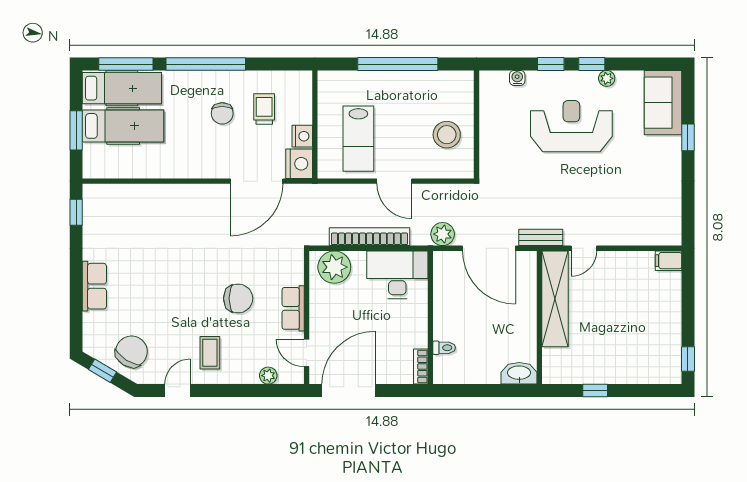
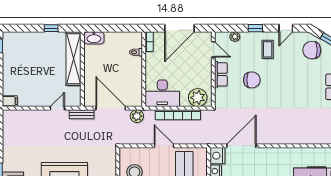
chair: (238, 298) -> (252, 80), turned 180
shelving: (555, 299) -> (74, 59), moved
chair: (131, 352) -> (312, 50), turned 58
window: (232, 391) -> (255, 28), added
door: (348, 391) -> (179, 28), moved

